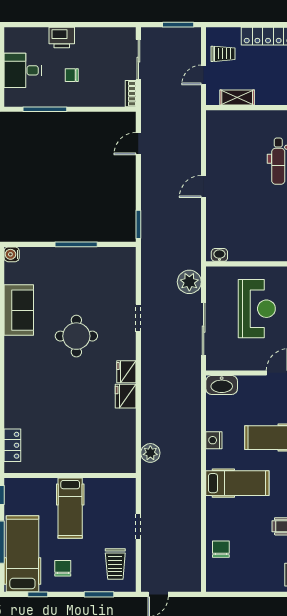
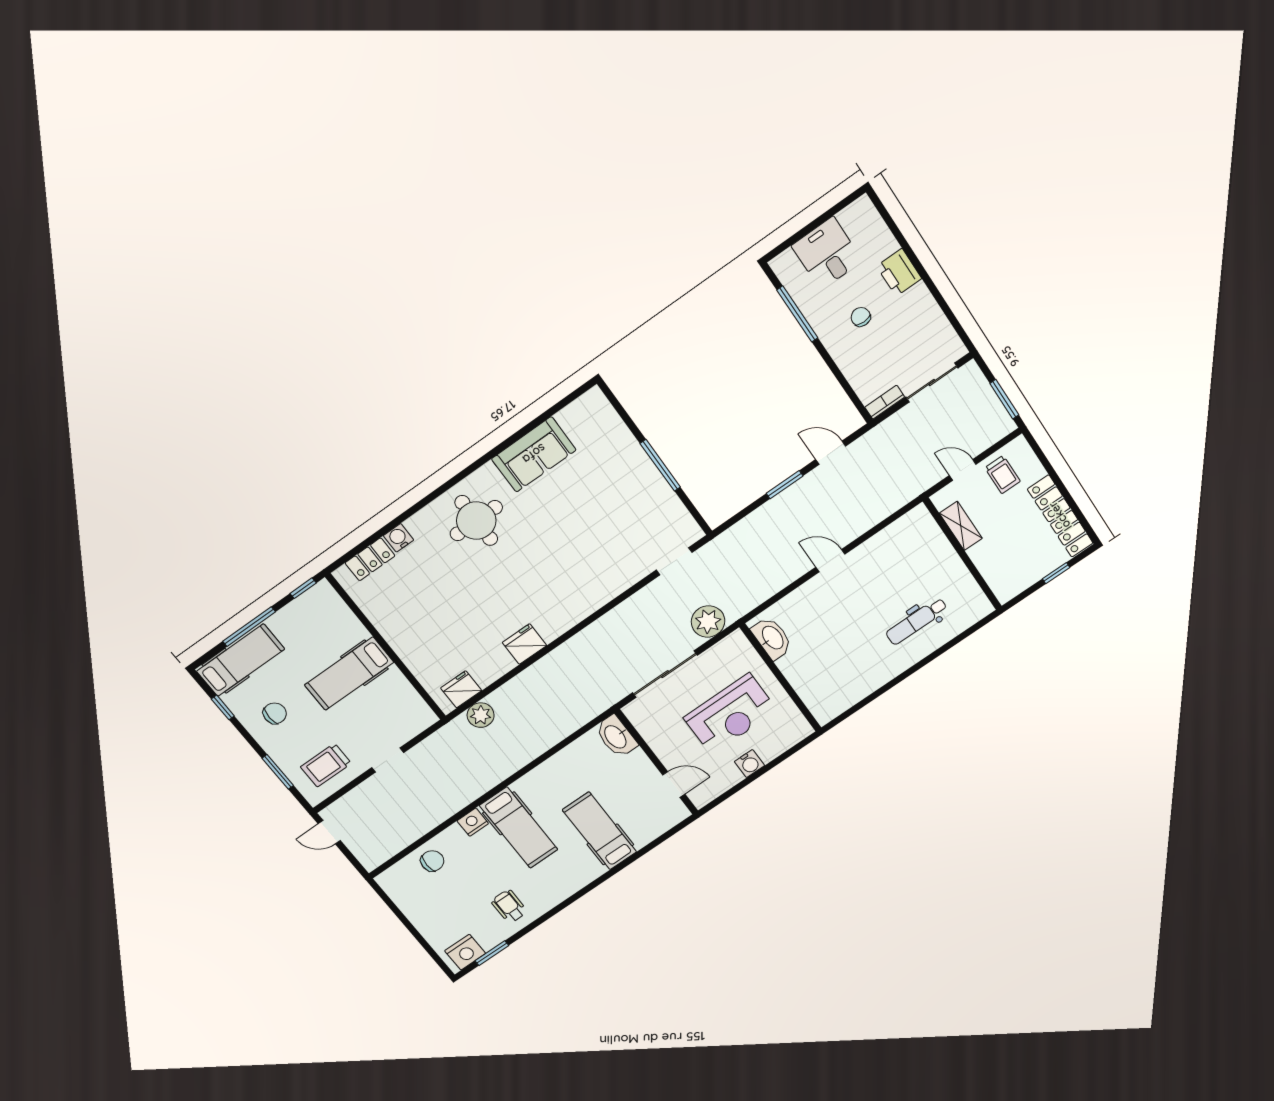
window: (138, 224) -> (785, 485), moved
water cooler: (12, 254) -> (399, 538), moved
washbasin: (219, 255) -> (772, 638), width x1.91, depth x1.45
doorway: (138, 318) -> (674, 561), moved
round table: (76, 336) -> (476, 521), moved
fridge: (126, 372) -> (461, 689), moved
nightstand: (214, 440) -> (473, 822), moved
hospital bed: (22, 554) -> (241, 660), width x0.73, depth x0.78

